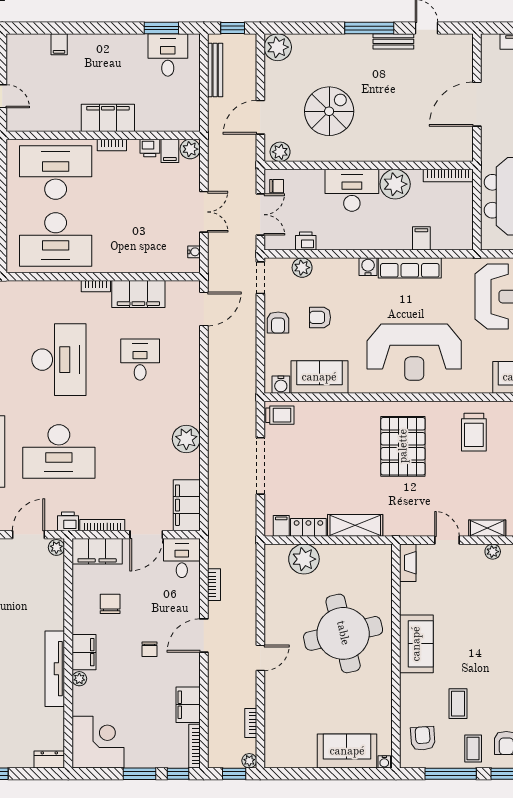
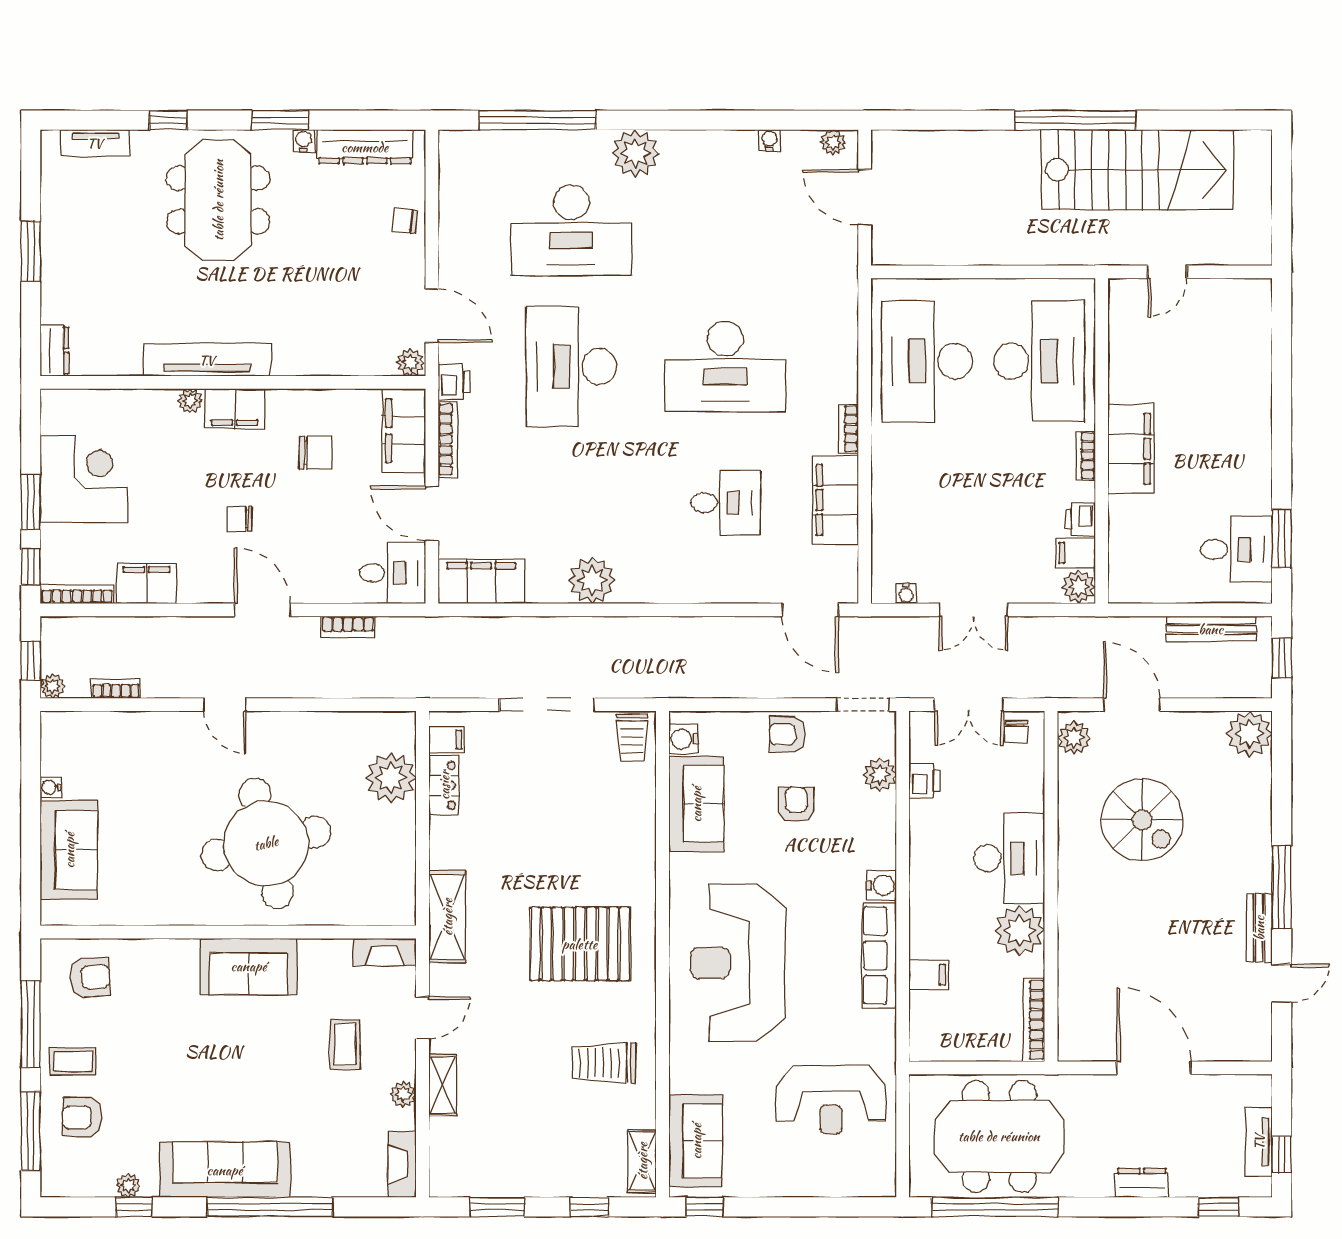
filing cabinet: (59, 44) -> (1254, 367), removed
shelving: (355, 525) -> (447, 917), moved
coffee table: (458, 704) -> (345, 1044), moved, turned 90
corner desk: (98, 742) -> (84, 479), moved, turned -90
water cooler: (384, 762) -> (51, 787), moved

